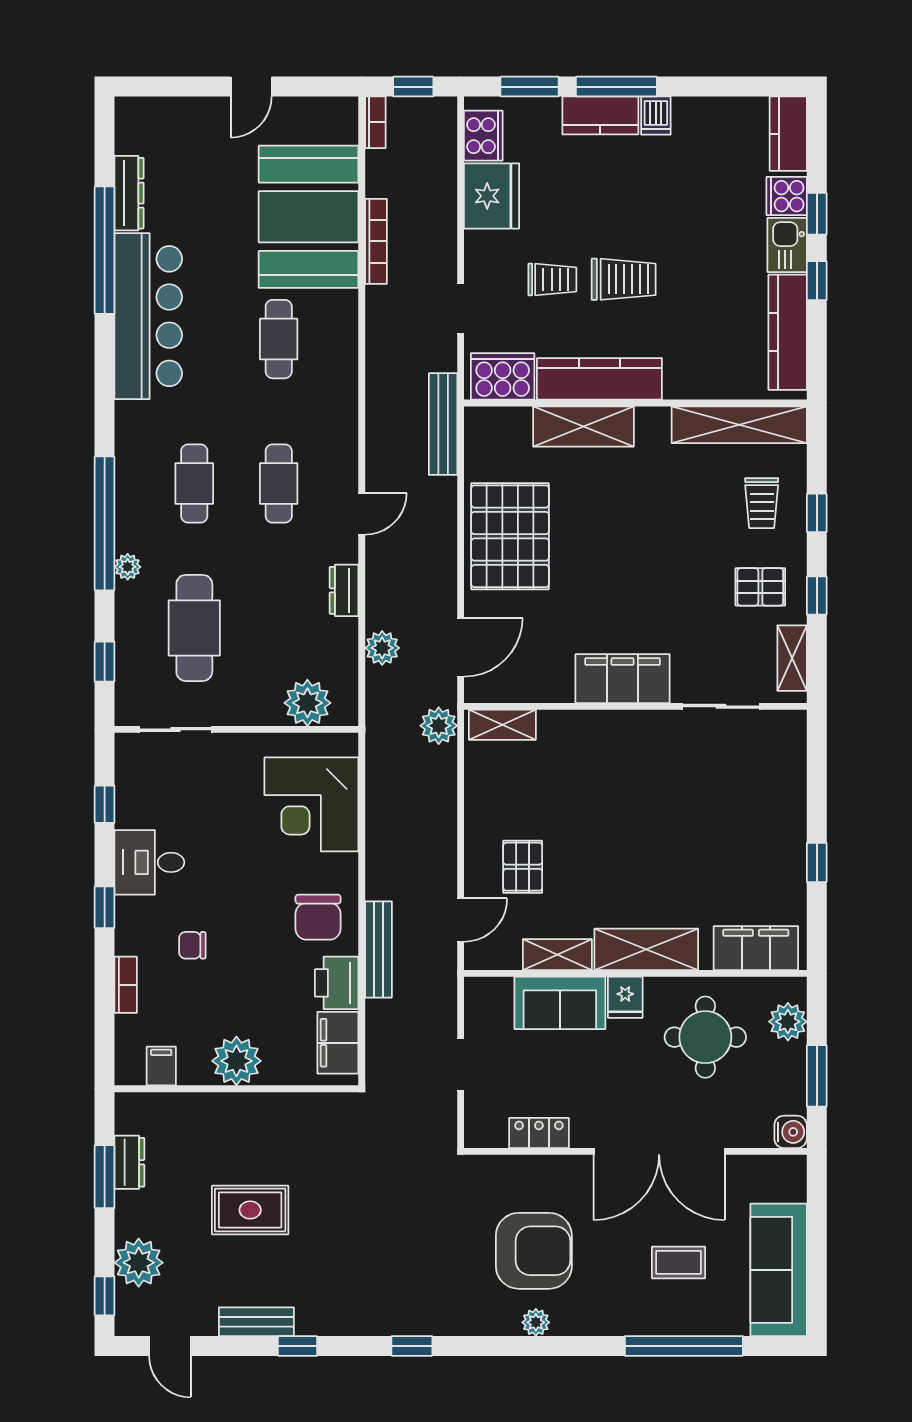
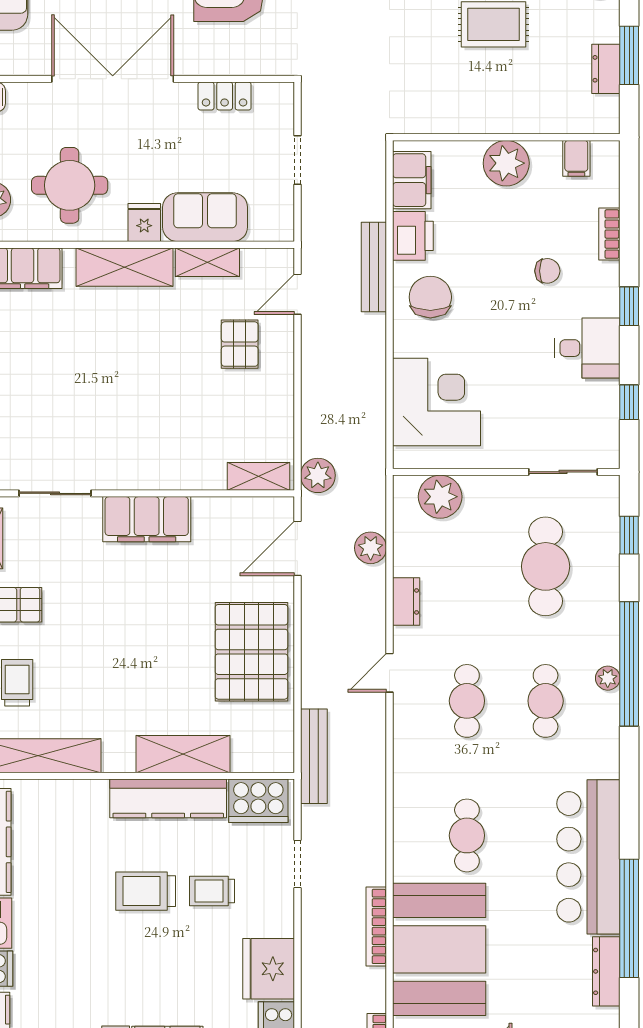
plant: (128, 567) -> (608, 678), moved

